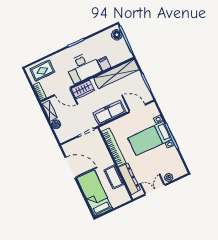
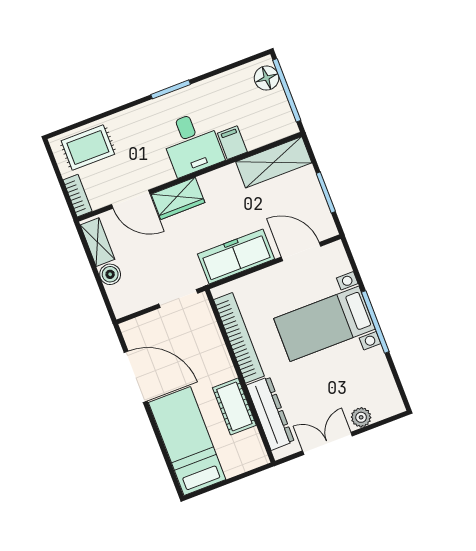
desk: (83, 67) -> (192, 144), width x0.73
shelving: (116, 74) -> (274, 162), width x0.68

